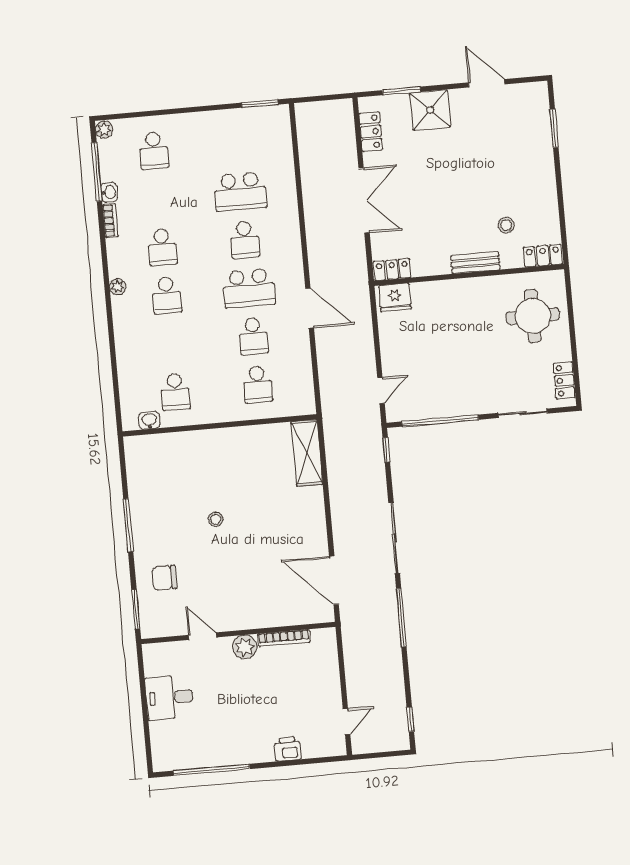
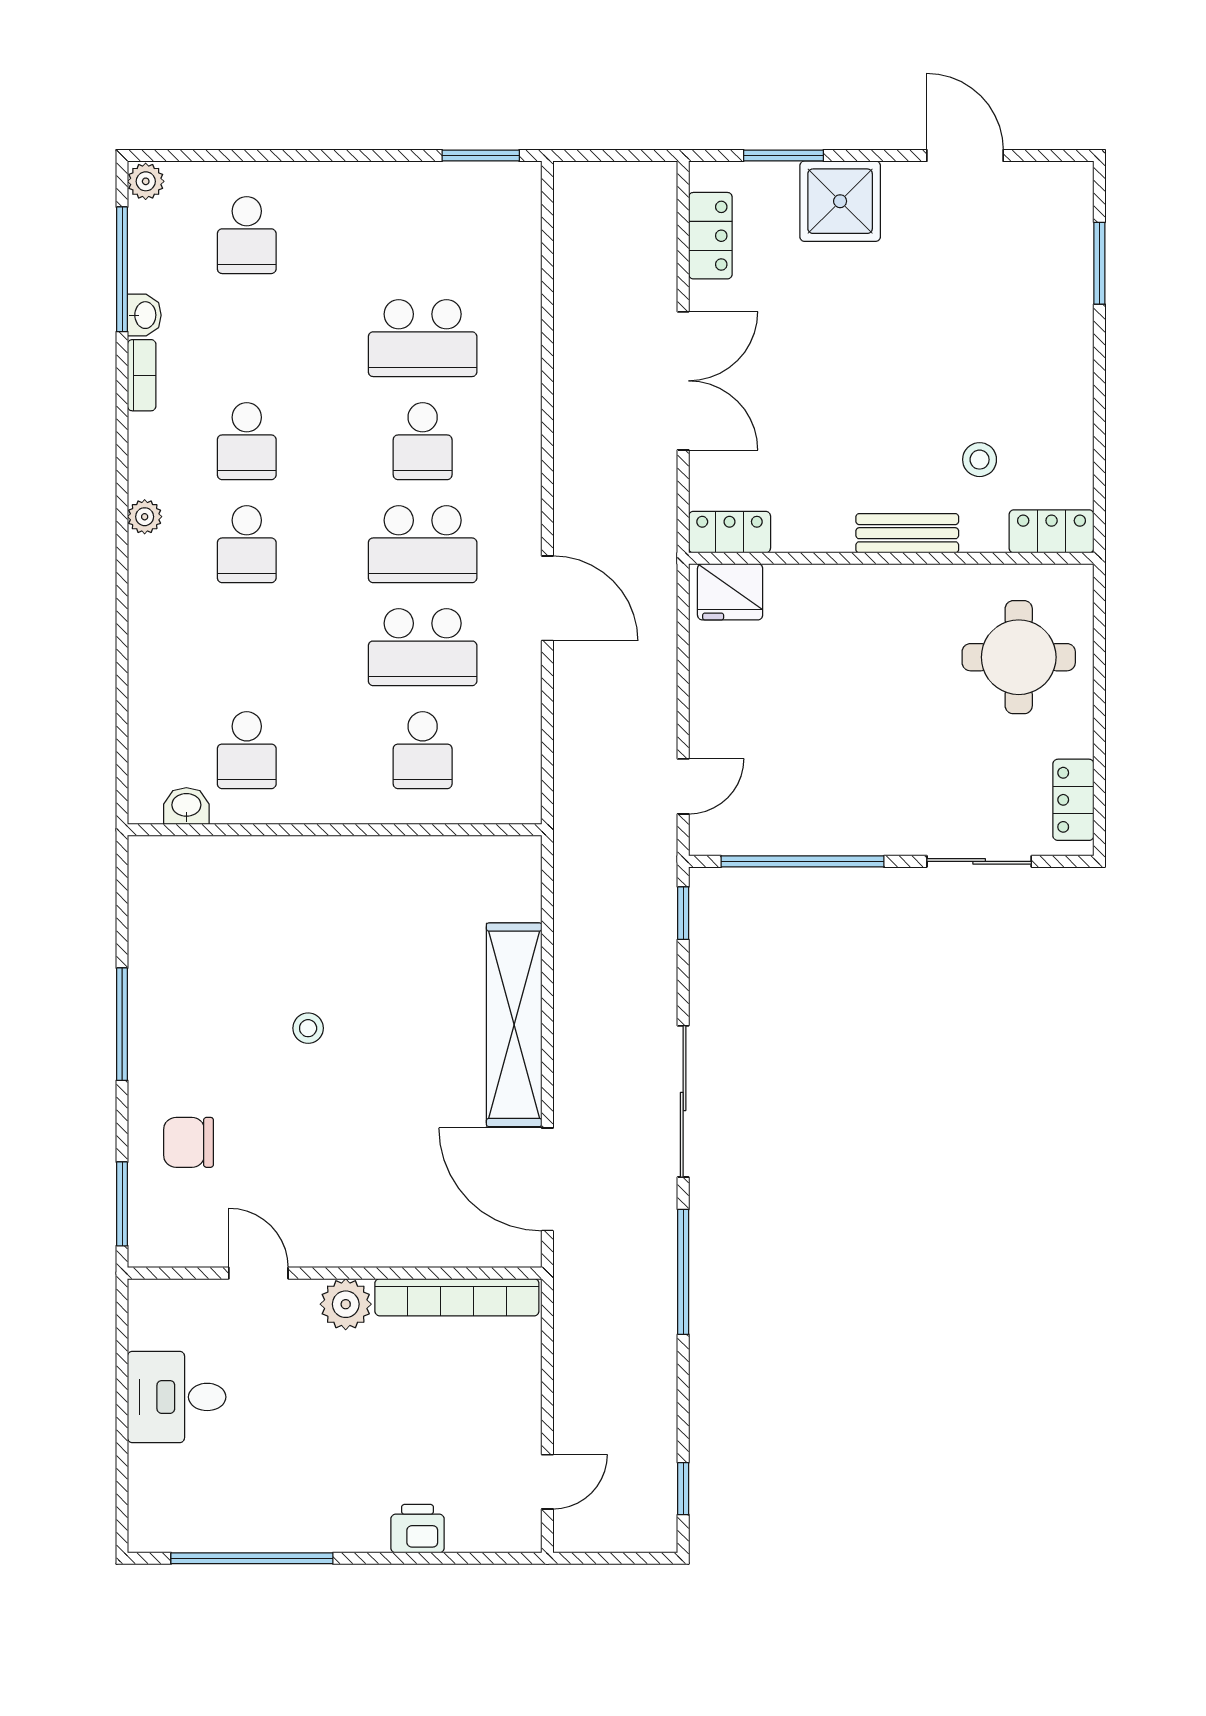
school desk: (253, 336) -> (423, 647), width x1.85
shelving: (307, 453) -> (514, 1025), moved, width x1.47
bookcase: (284, 638) -> (457, 1297), width x1.48, depth x1.31

